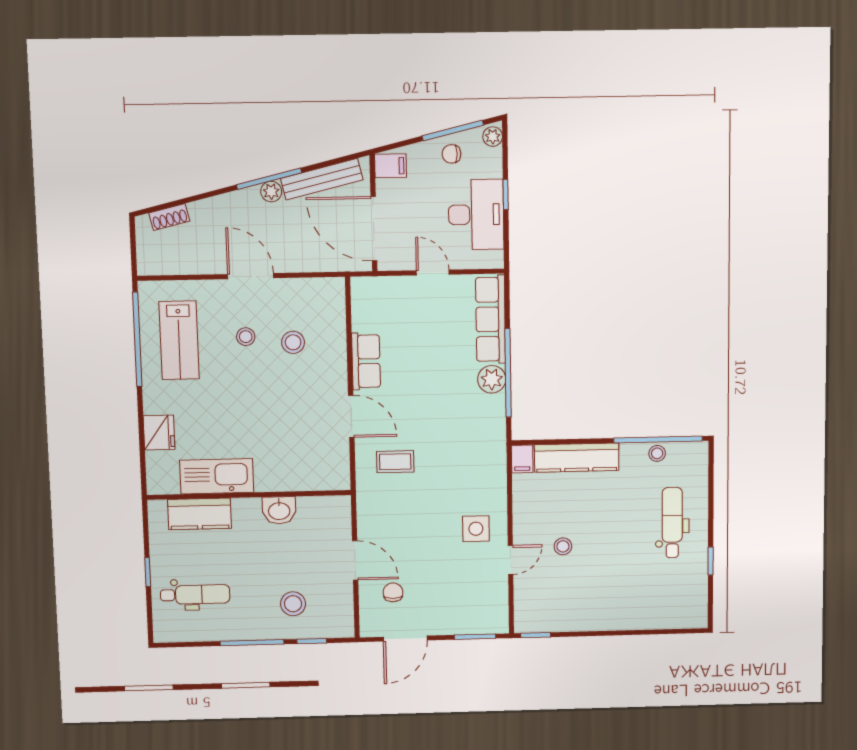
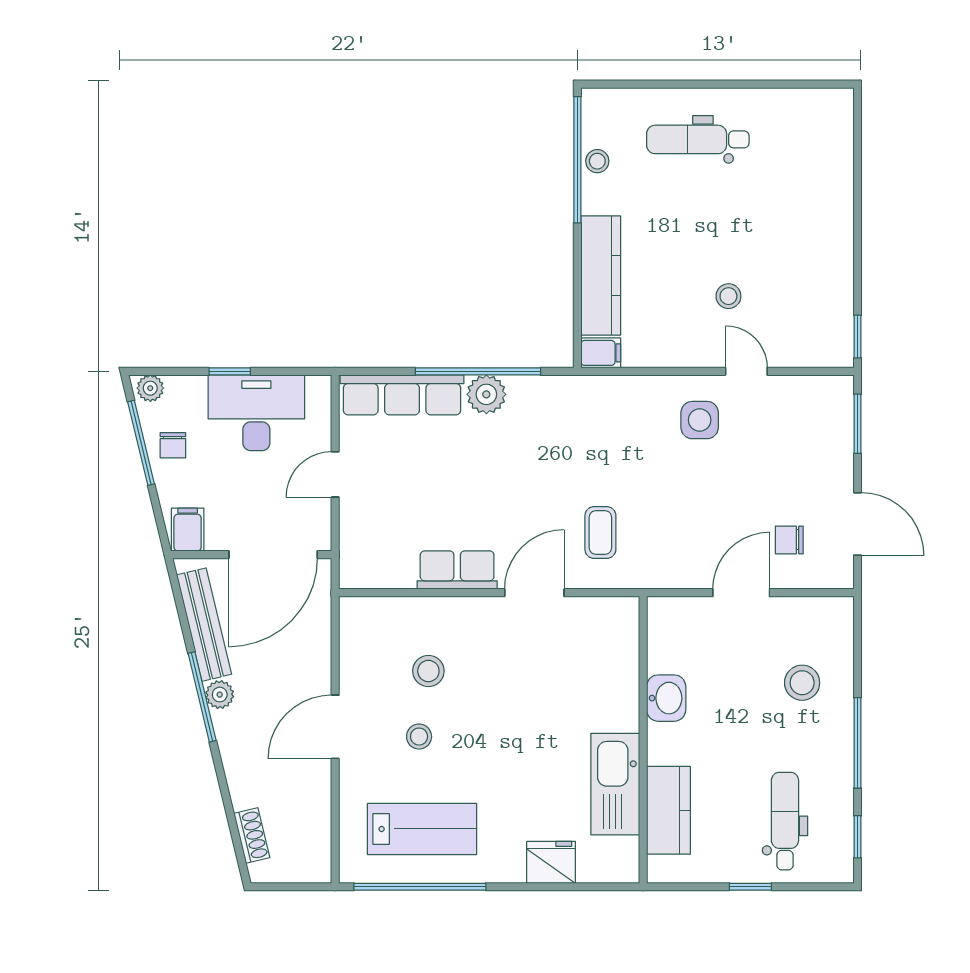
window: (711, 561) -> (755, 84), removed
window: (312, 641) -> (858, 837), moved

